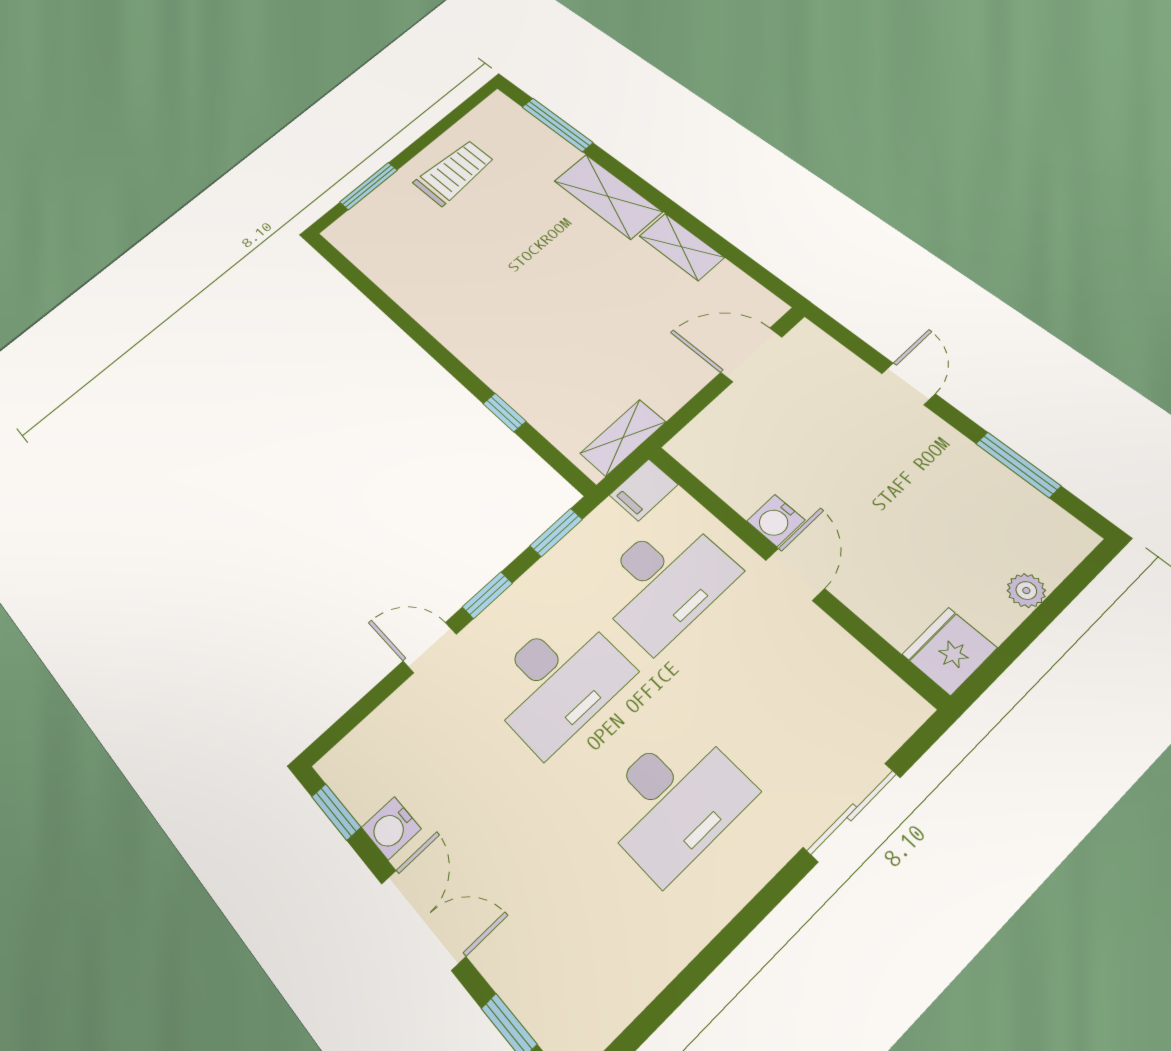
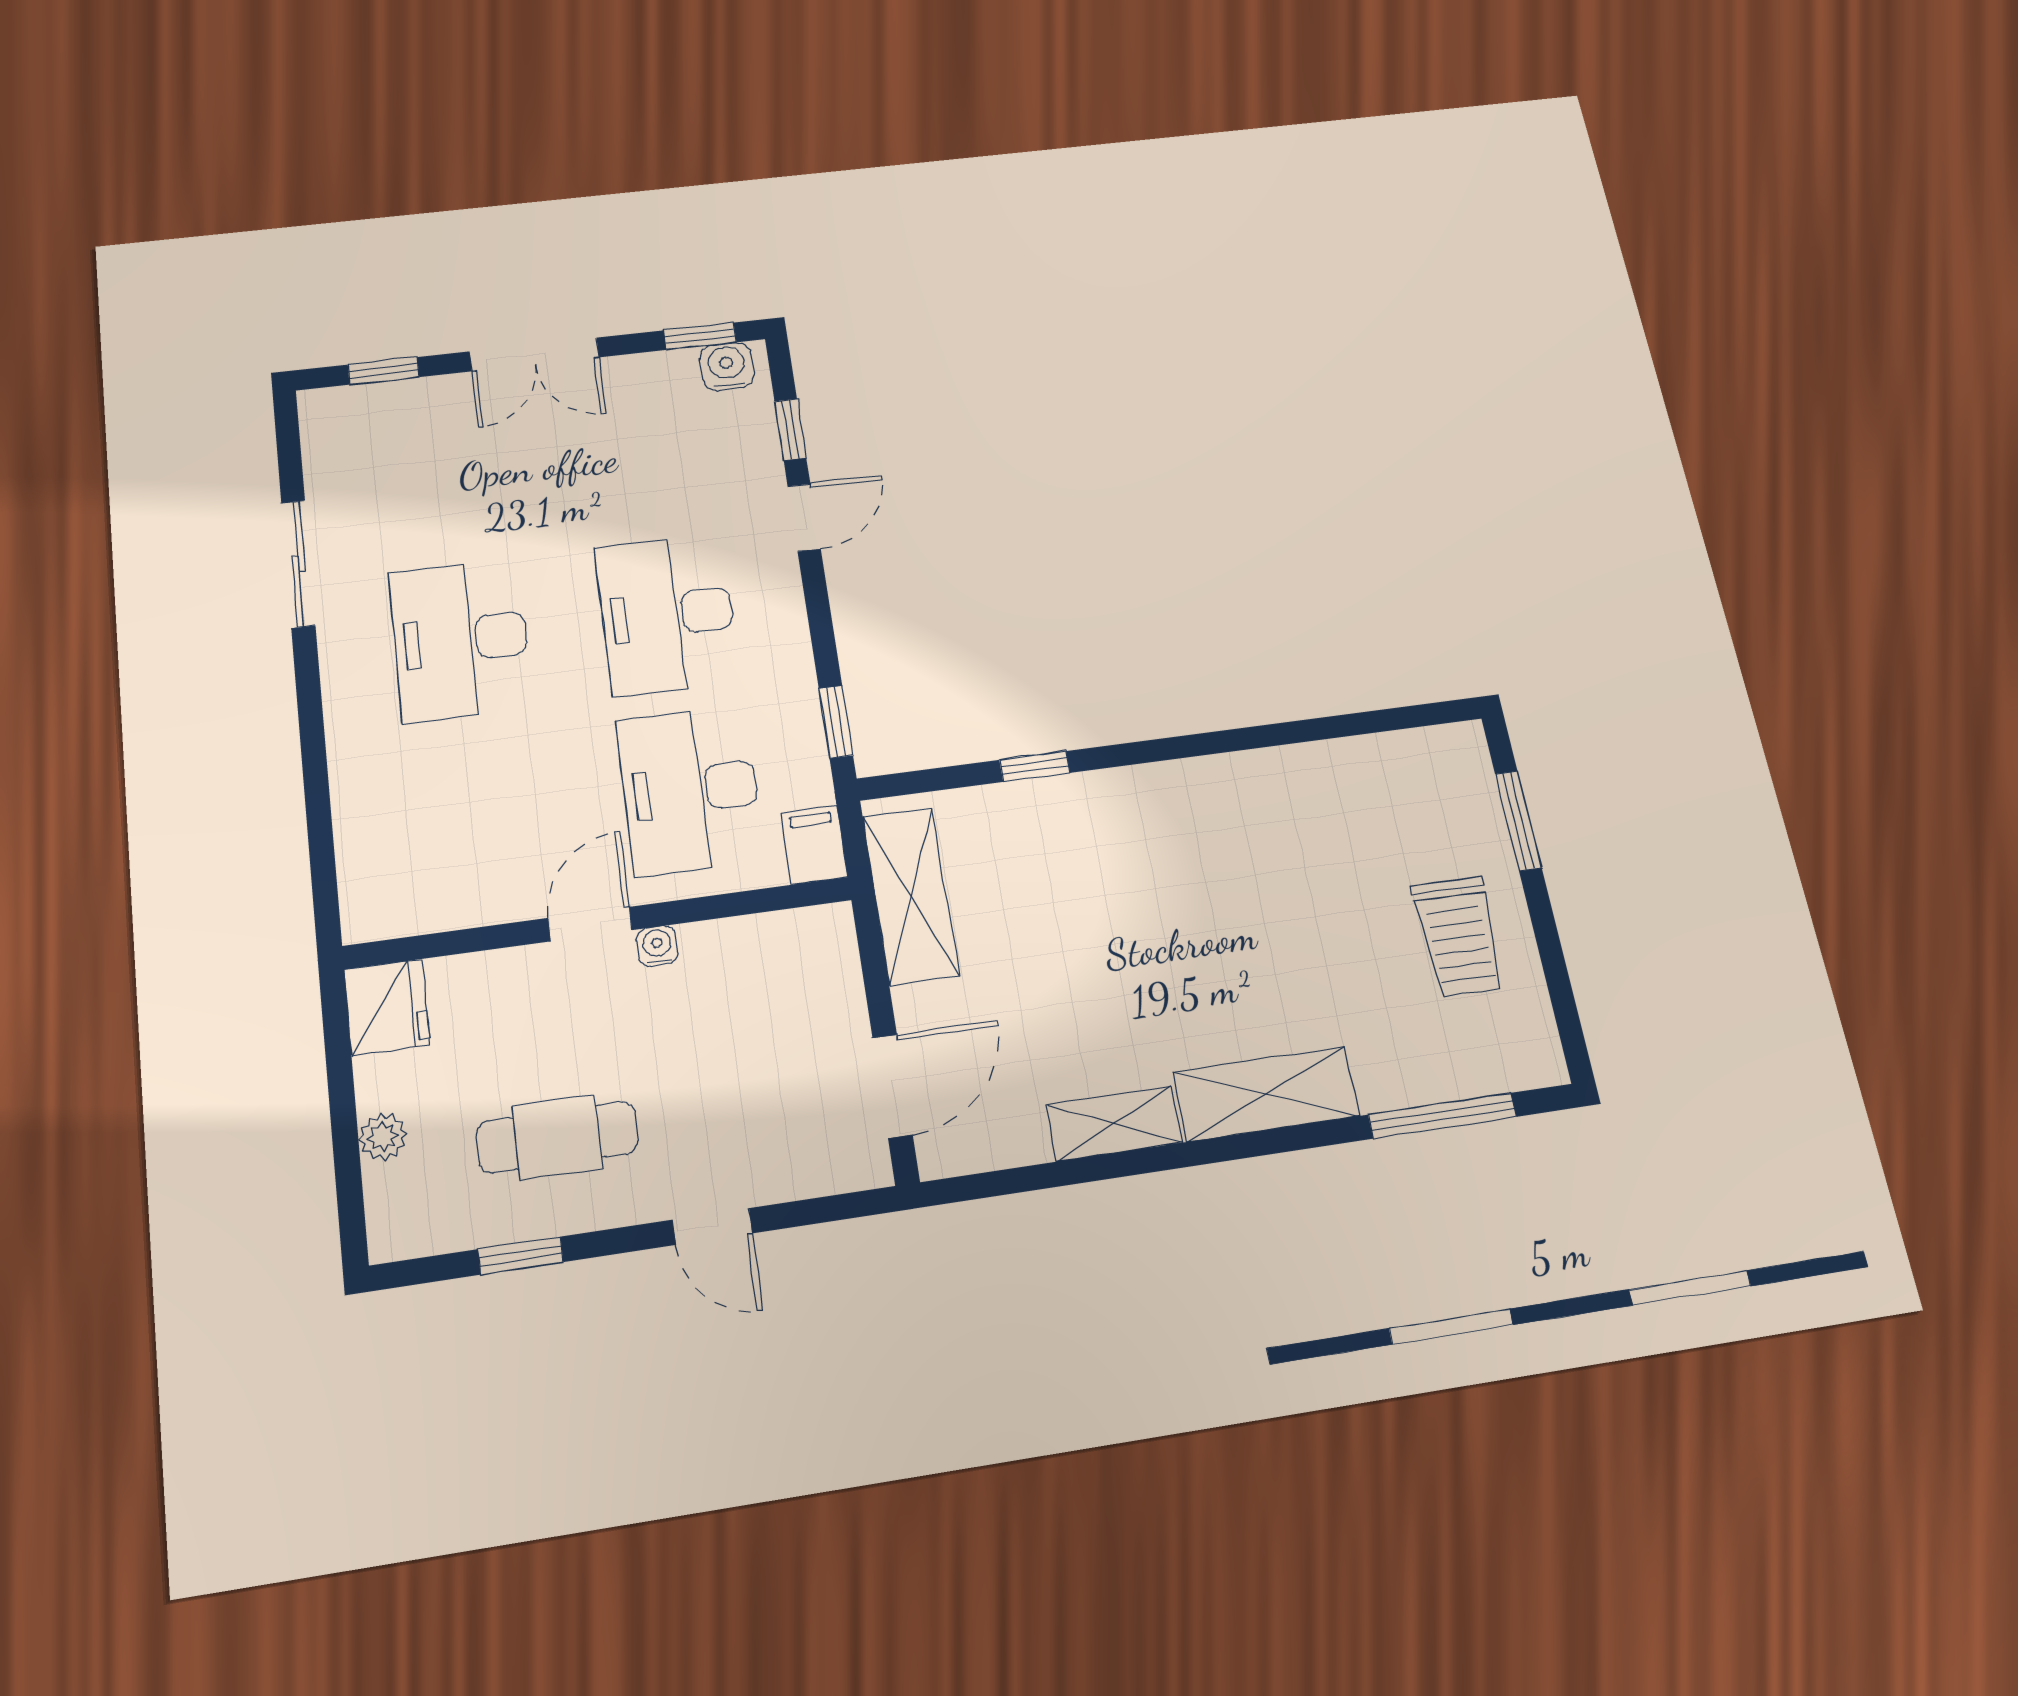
shelving: (623, 438) -> (911, 896), width x1.50, depth x1.33
window: (1018, 465) -> (521, 1256), width x0.67
cafe table: (935, 496) -> (557, 1137), added
water cooler: (776, 520) -> (657, 946), width x0.72, depth x0.72
door: (795, 574) -> (590, 924), swing flipped
window: (487, 595) -> (790, 430), moved
sliding door: (852, 812) -> (298, 564), moved
water cooler: (391, 828) -> (727, 366), moved

